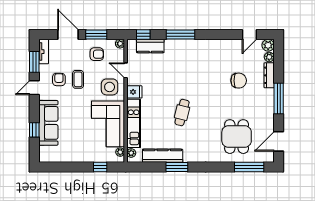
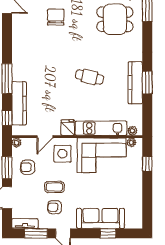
kitchen counter: (150, 46) -> (19, 103), width x1.50
armchair: (97, 54) -> (28, 167), turned -90
kitchen counter: (163, 156) -> (135, 83), moved

